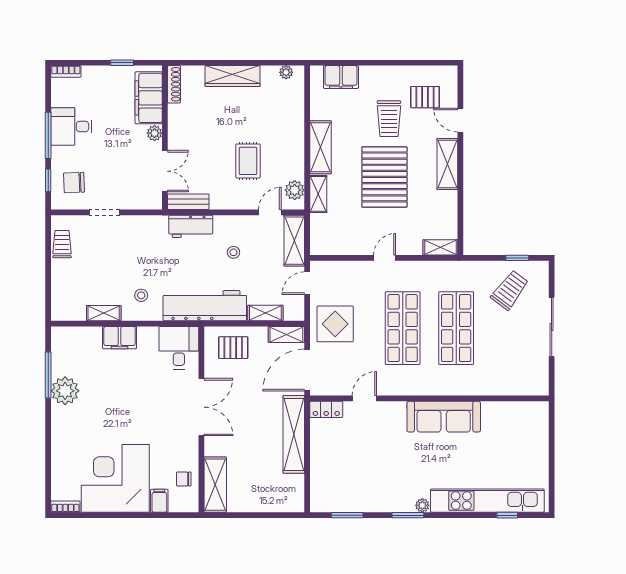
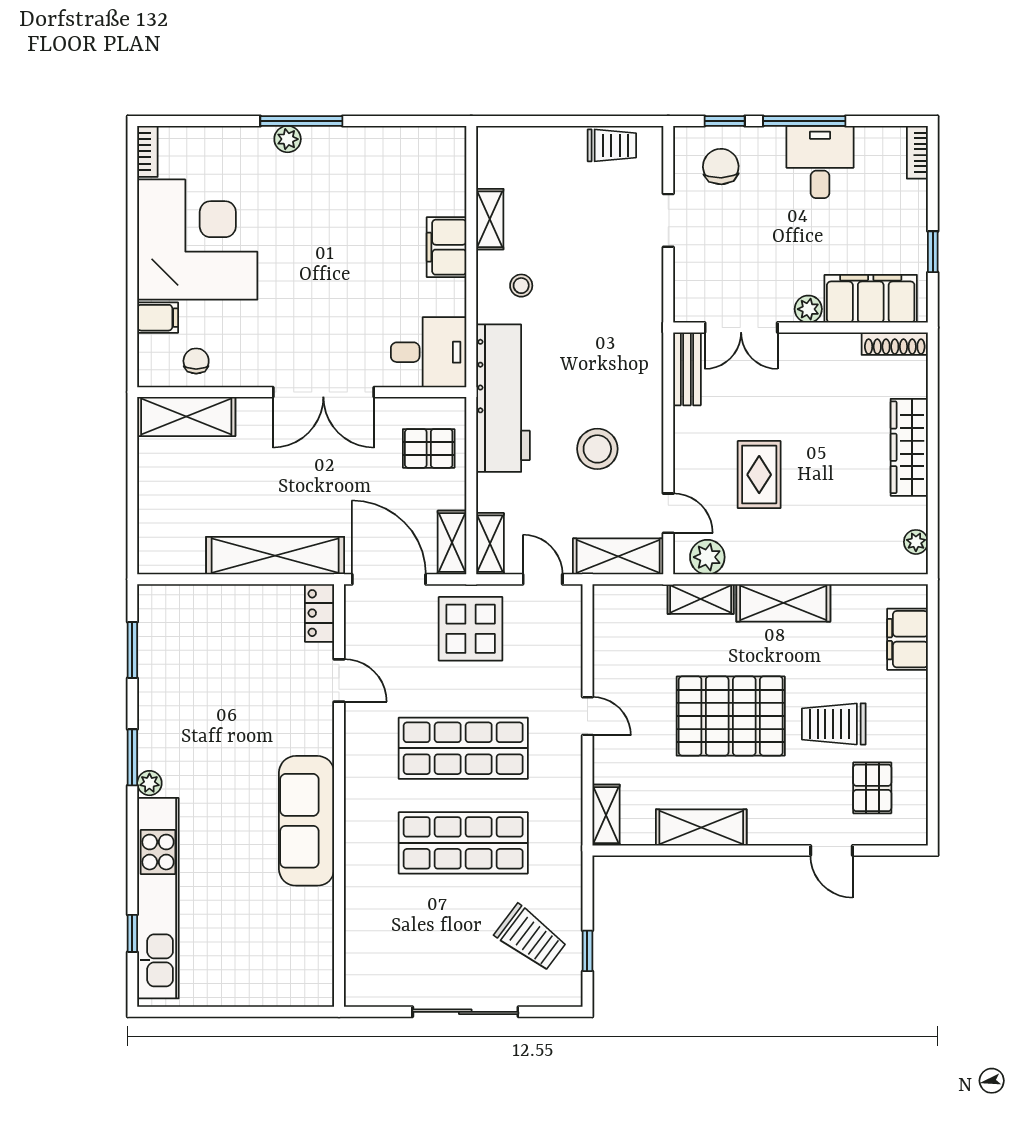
door: (460, 120) -> (831, 850), swing flipped
rug: (248, 161) -> (759, 475), turned 90
shelving: (447, 164) -> (701, 827), moved
workbench: (191, 226) -> (643, 373), removed
stool: (233, 252) -> (597, 449), width x1.89, depth x1.89
shelving: (265, 313) -> (490, 544), moved
pallet: (233, 348) -> (429, 448), turned 90
window: (48, 375) -> (301, 121), moved
plant: (65, 391) -> (288, 139), moved, width x0.53, depth x0.53

